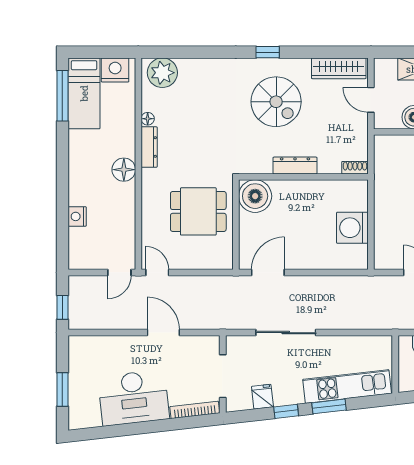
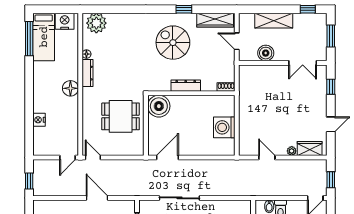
window: (268, 52) -> (184, 9), moved
spiral stairs: (276, 102) -> (173, 43), turned 180

